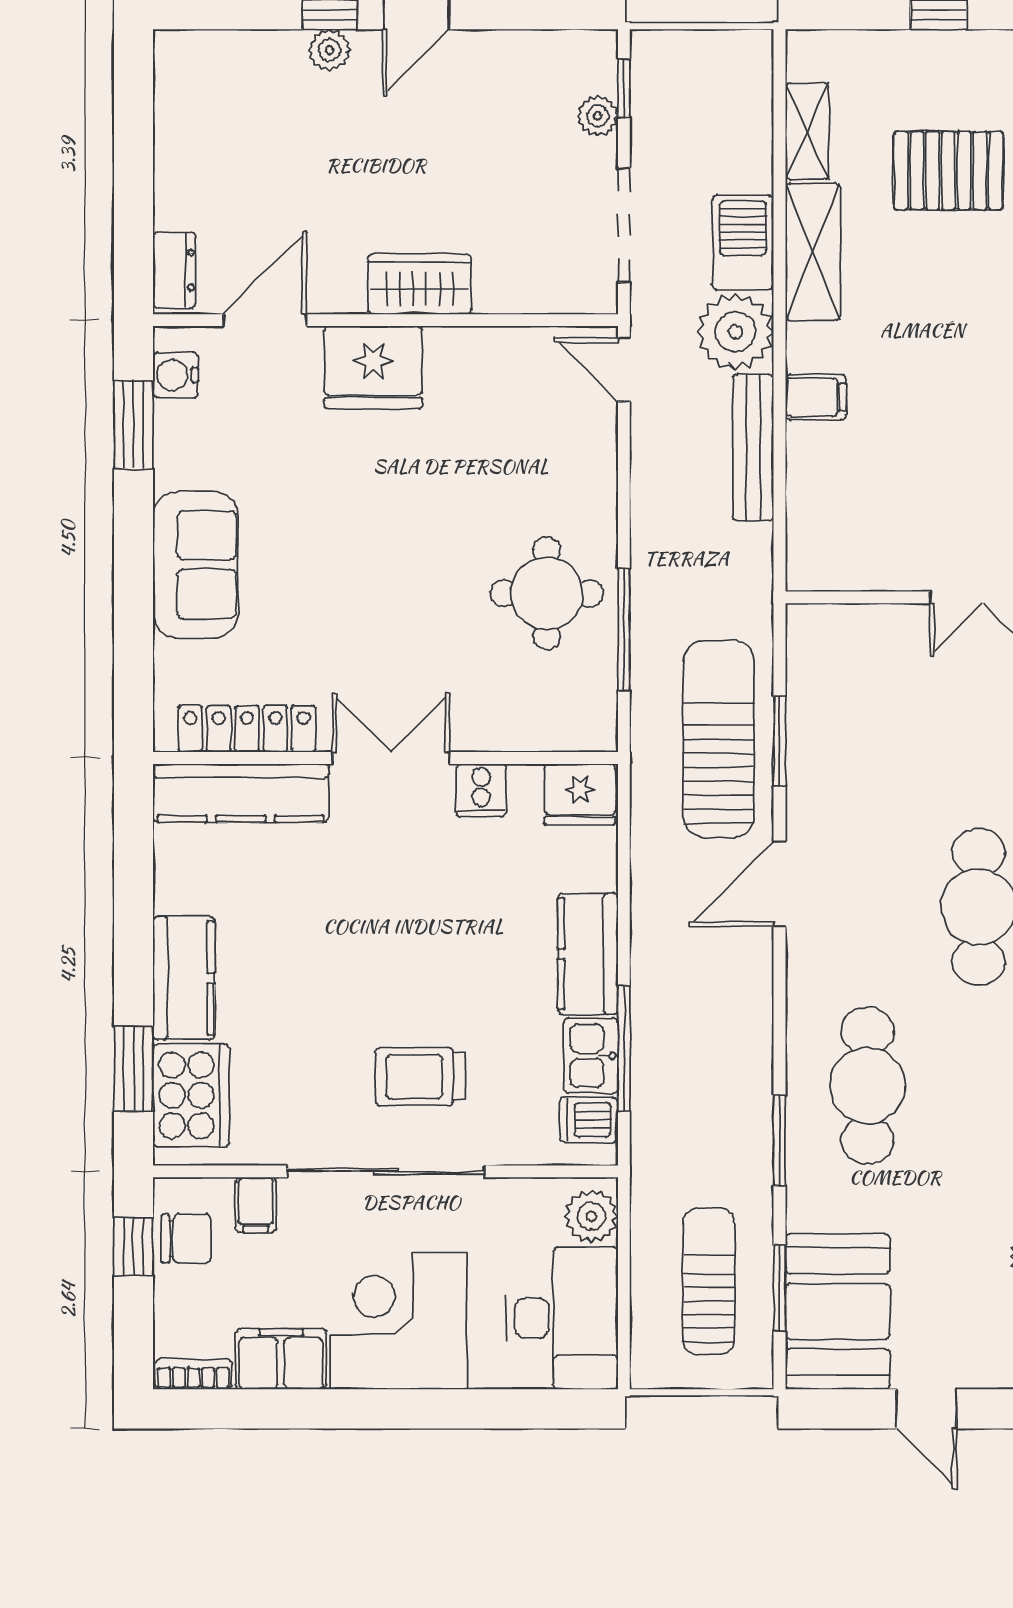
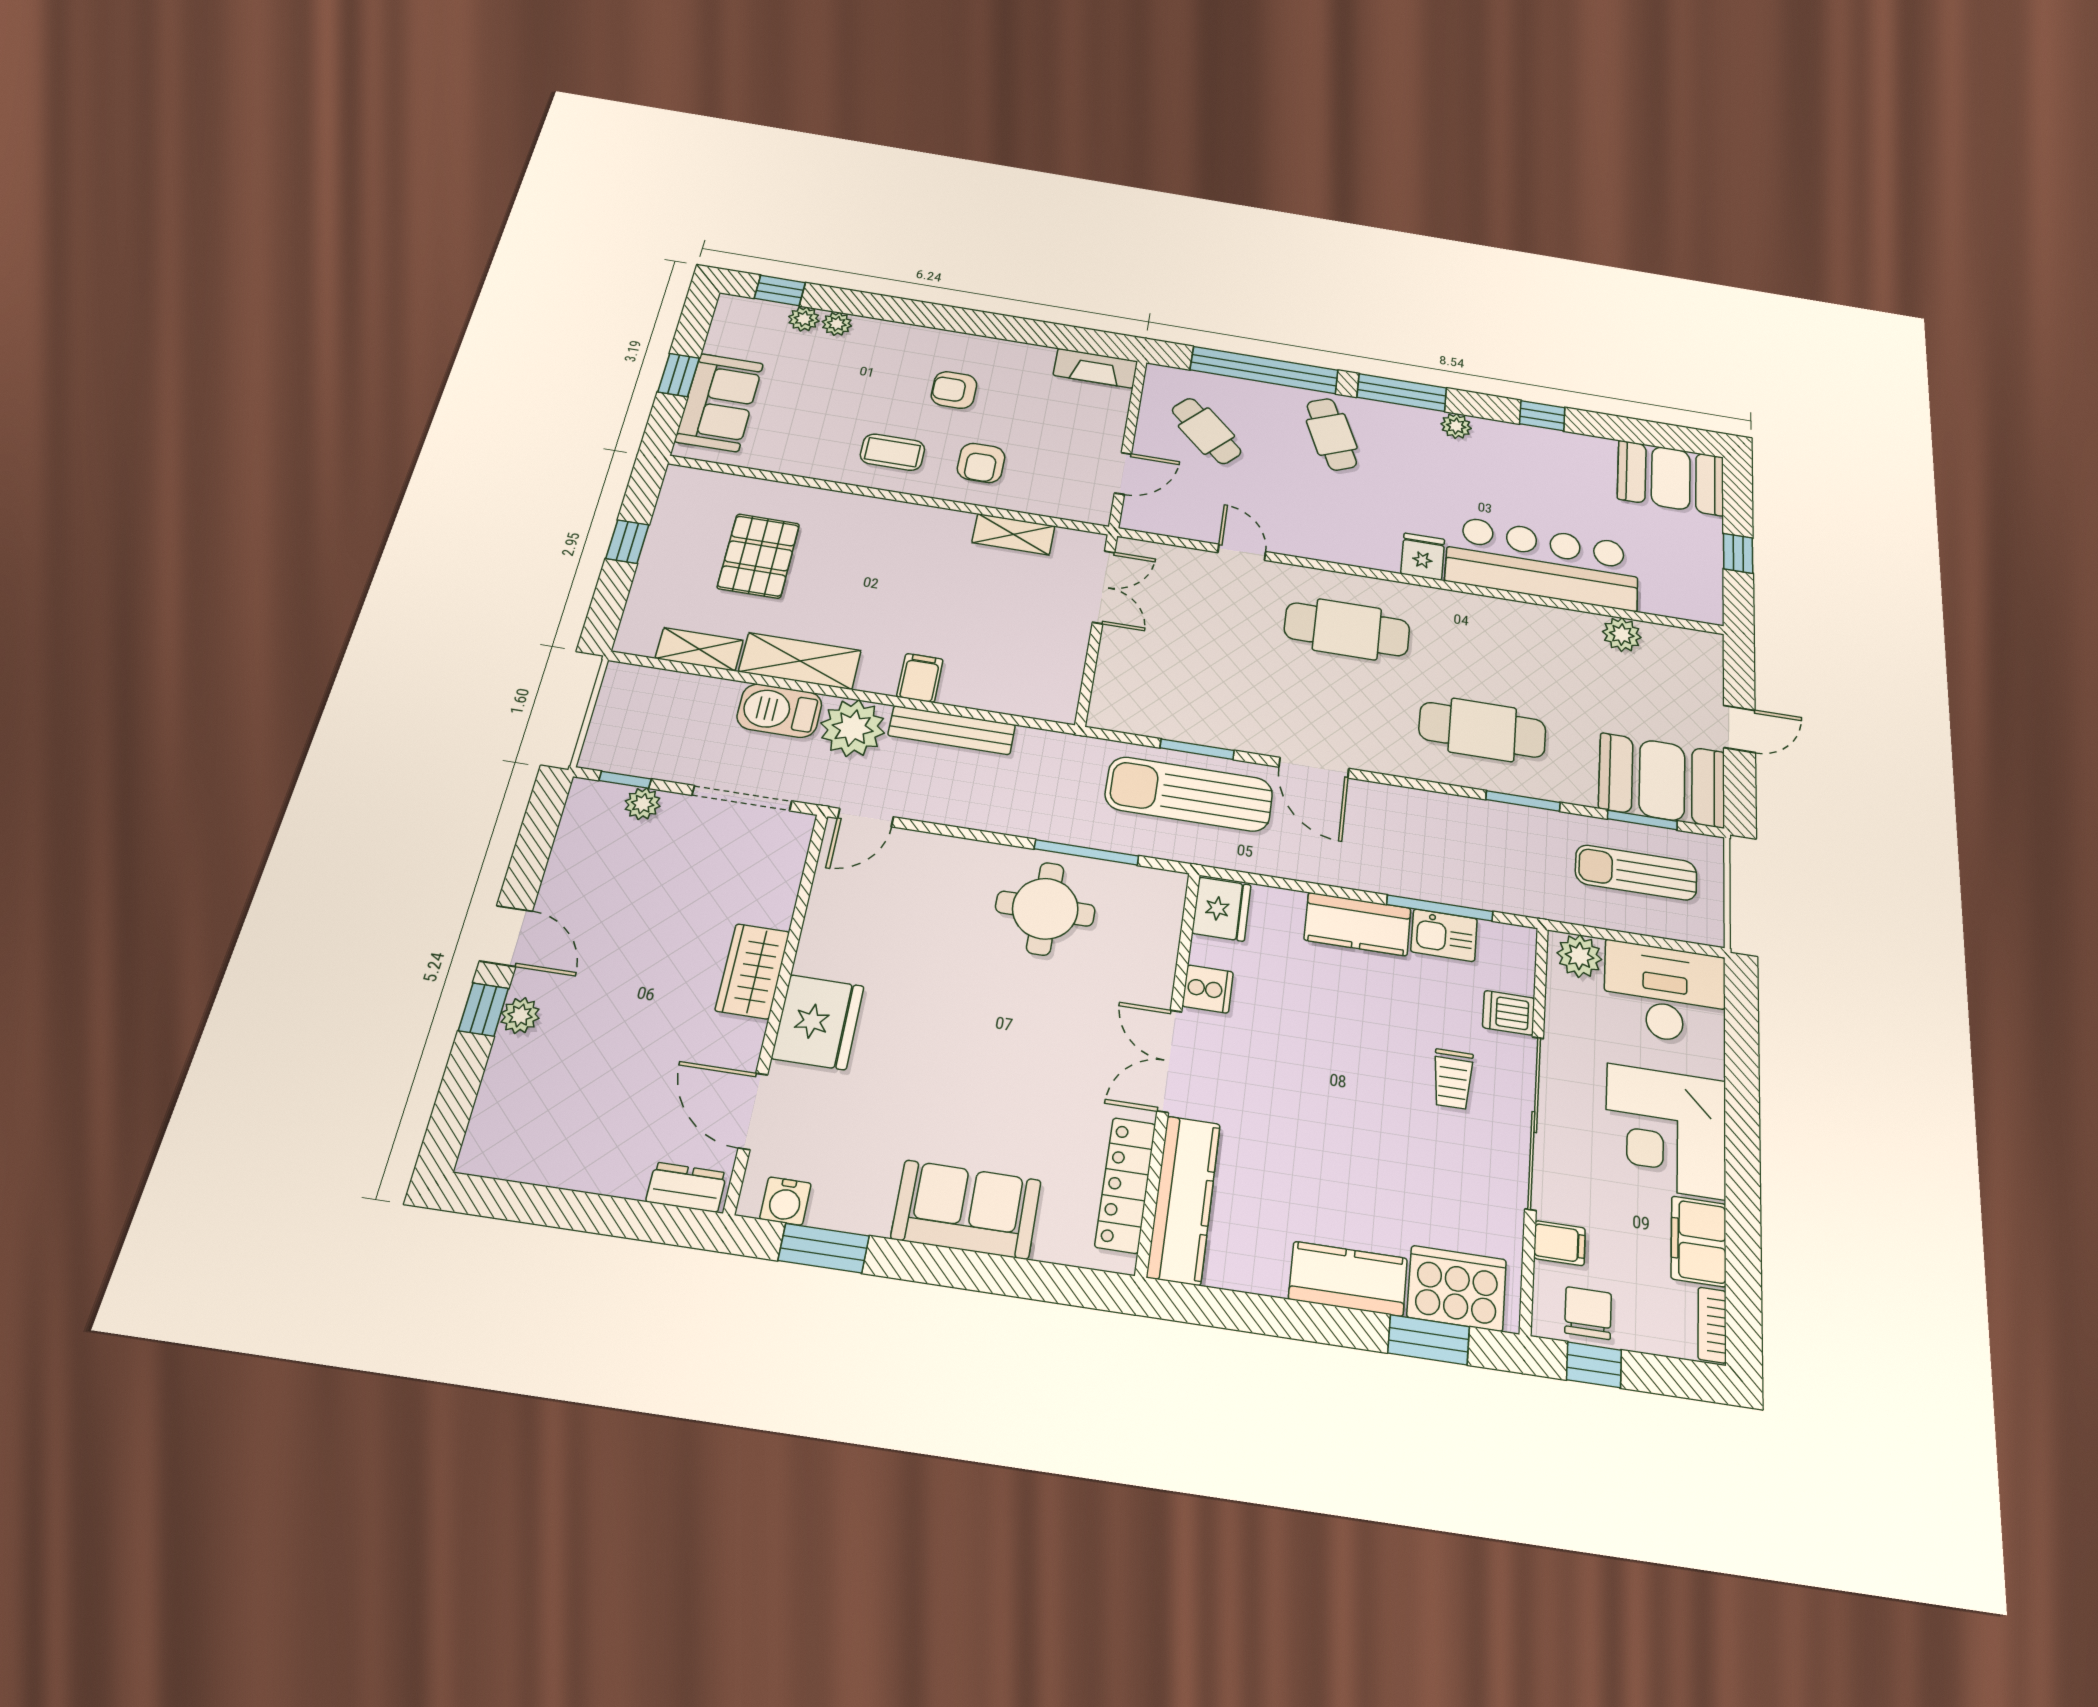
trolley: (420, 1077) -> (1453, 1079), width x0.73, depth x0.72
dishwasher: (589, 1120) -> (1509, 1013), moved, turned 90

